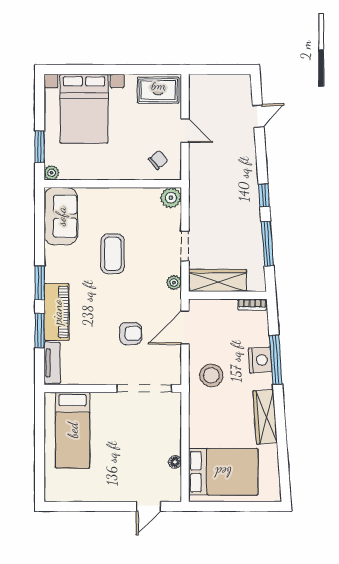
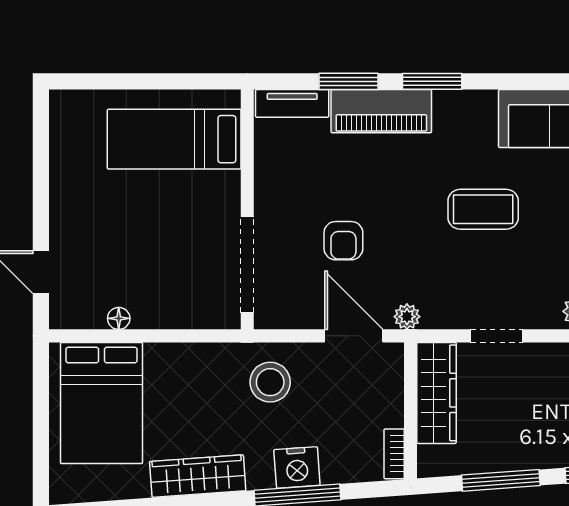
plant: (174, 283) -> (407, 317), moved

